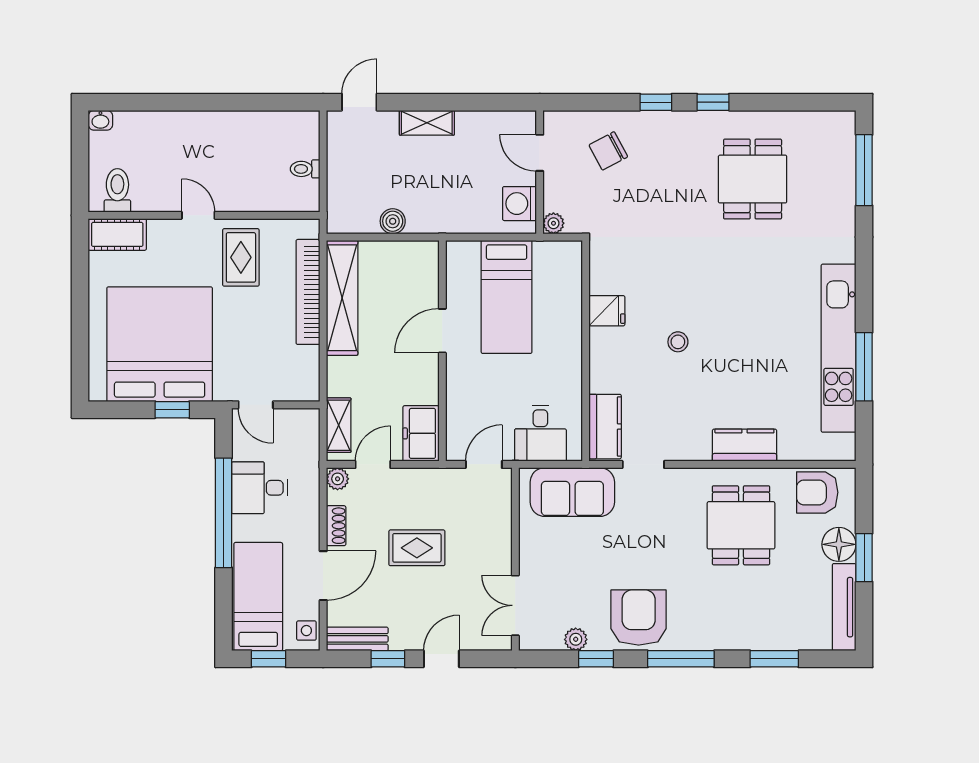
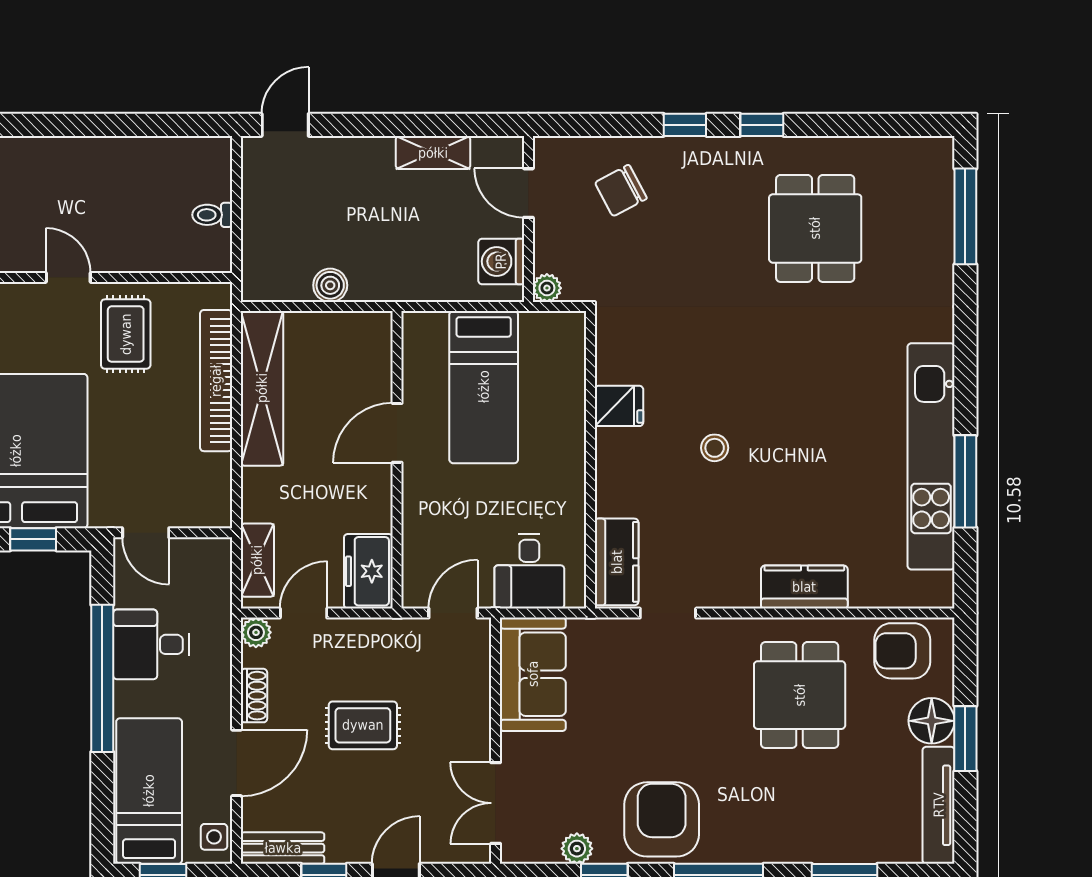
shelving: (427, 123) -> (433, 153), moved
sofa: (572, 492) -> (533, 674), moved, turned -90

